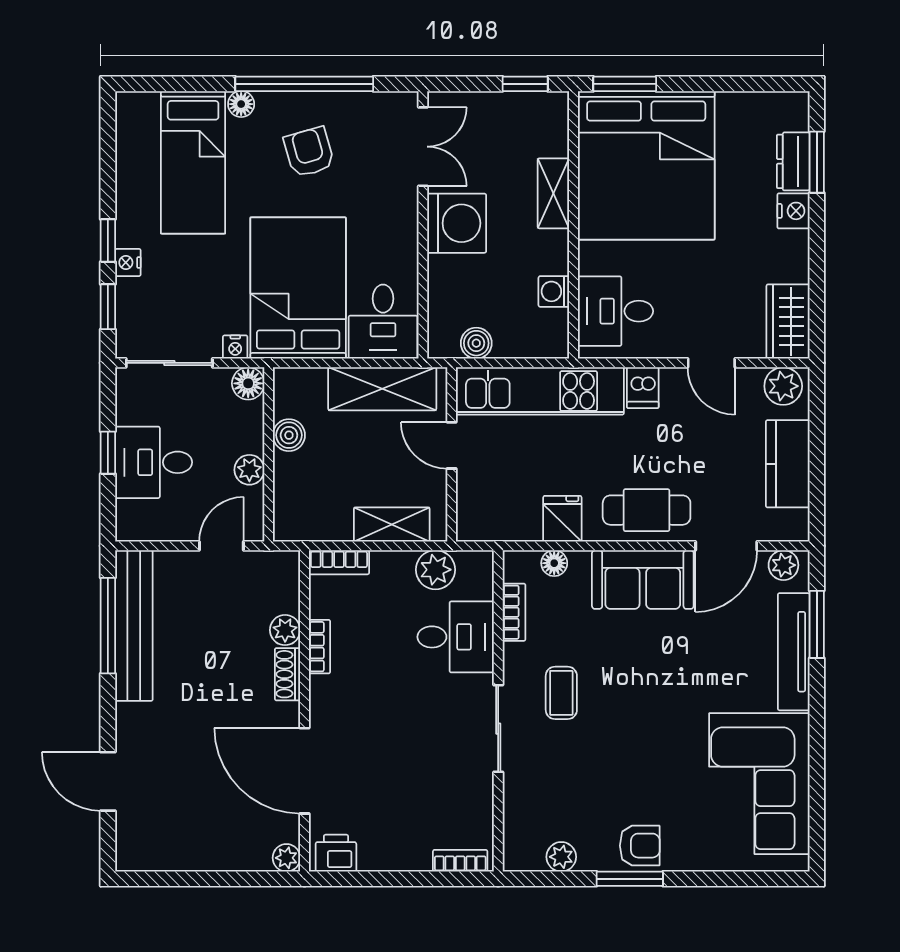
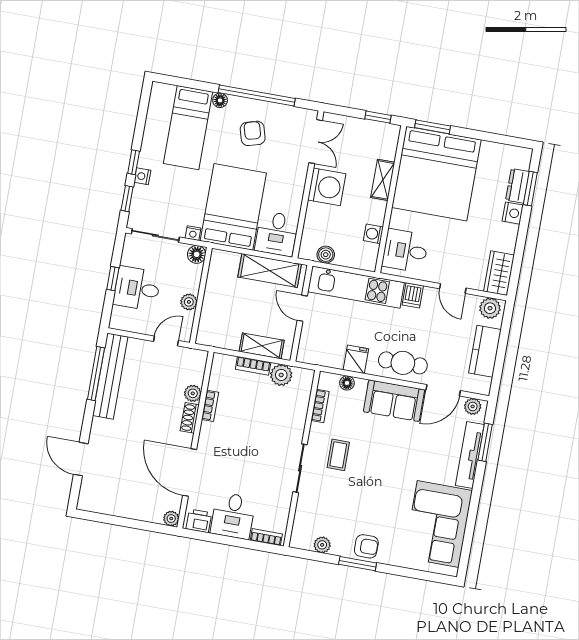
boiler: (289, 435) -> (214, 287), removed
bookcase: (339, 562) -> (253, 366), moved
desk: (456, 637) -> (233, 516), moved, turned 90

